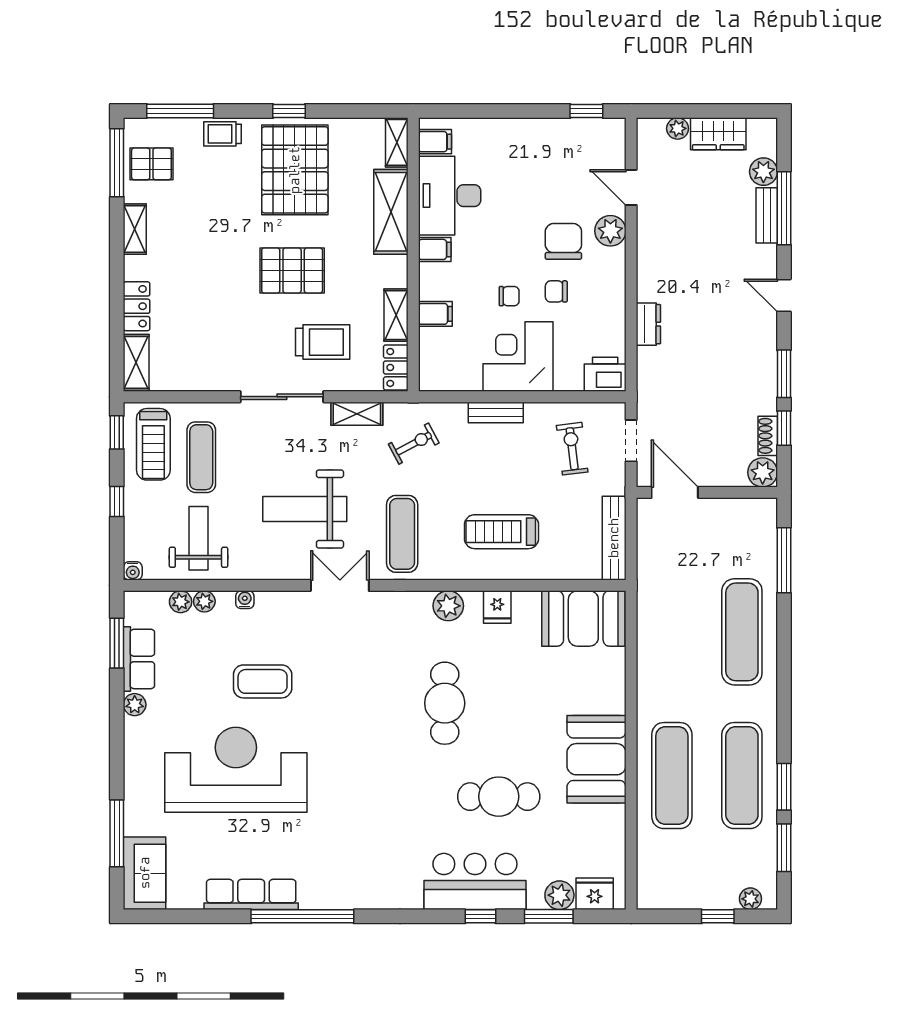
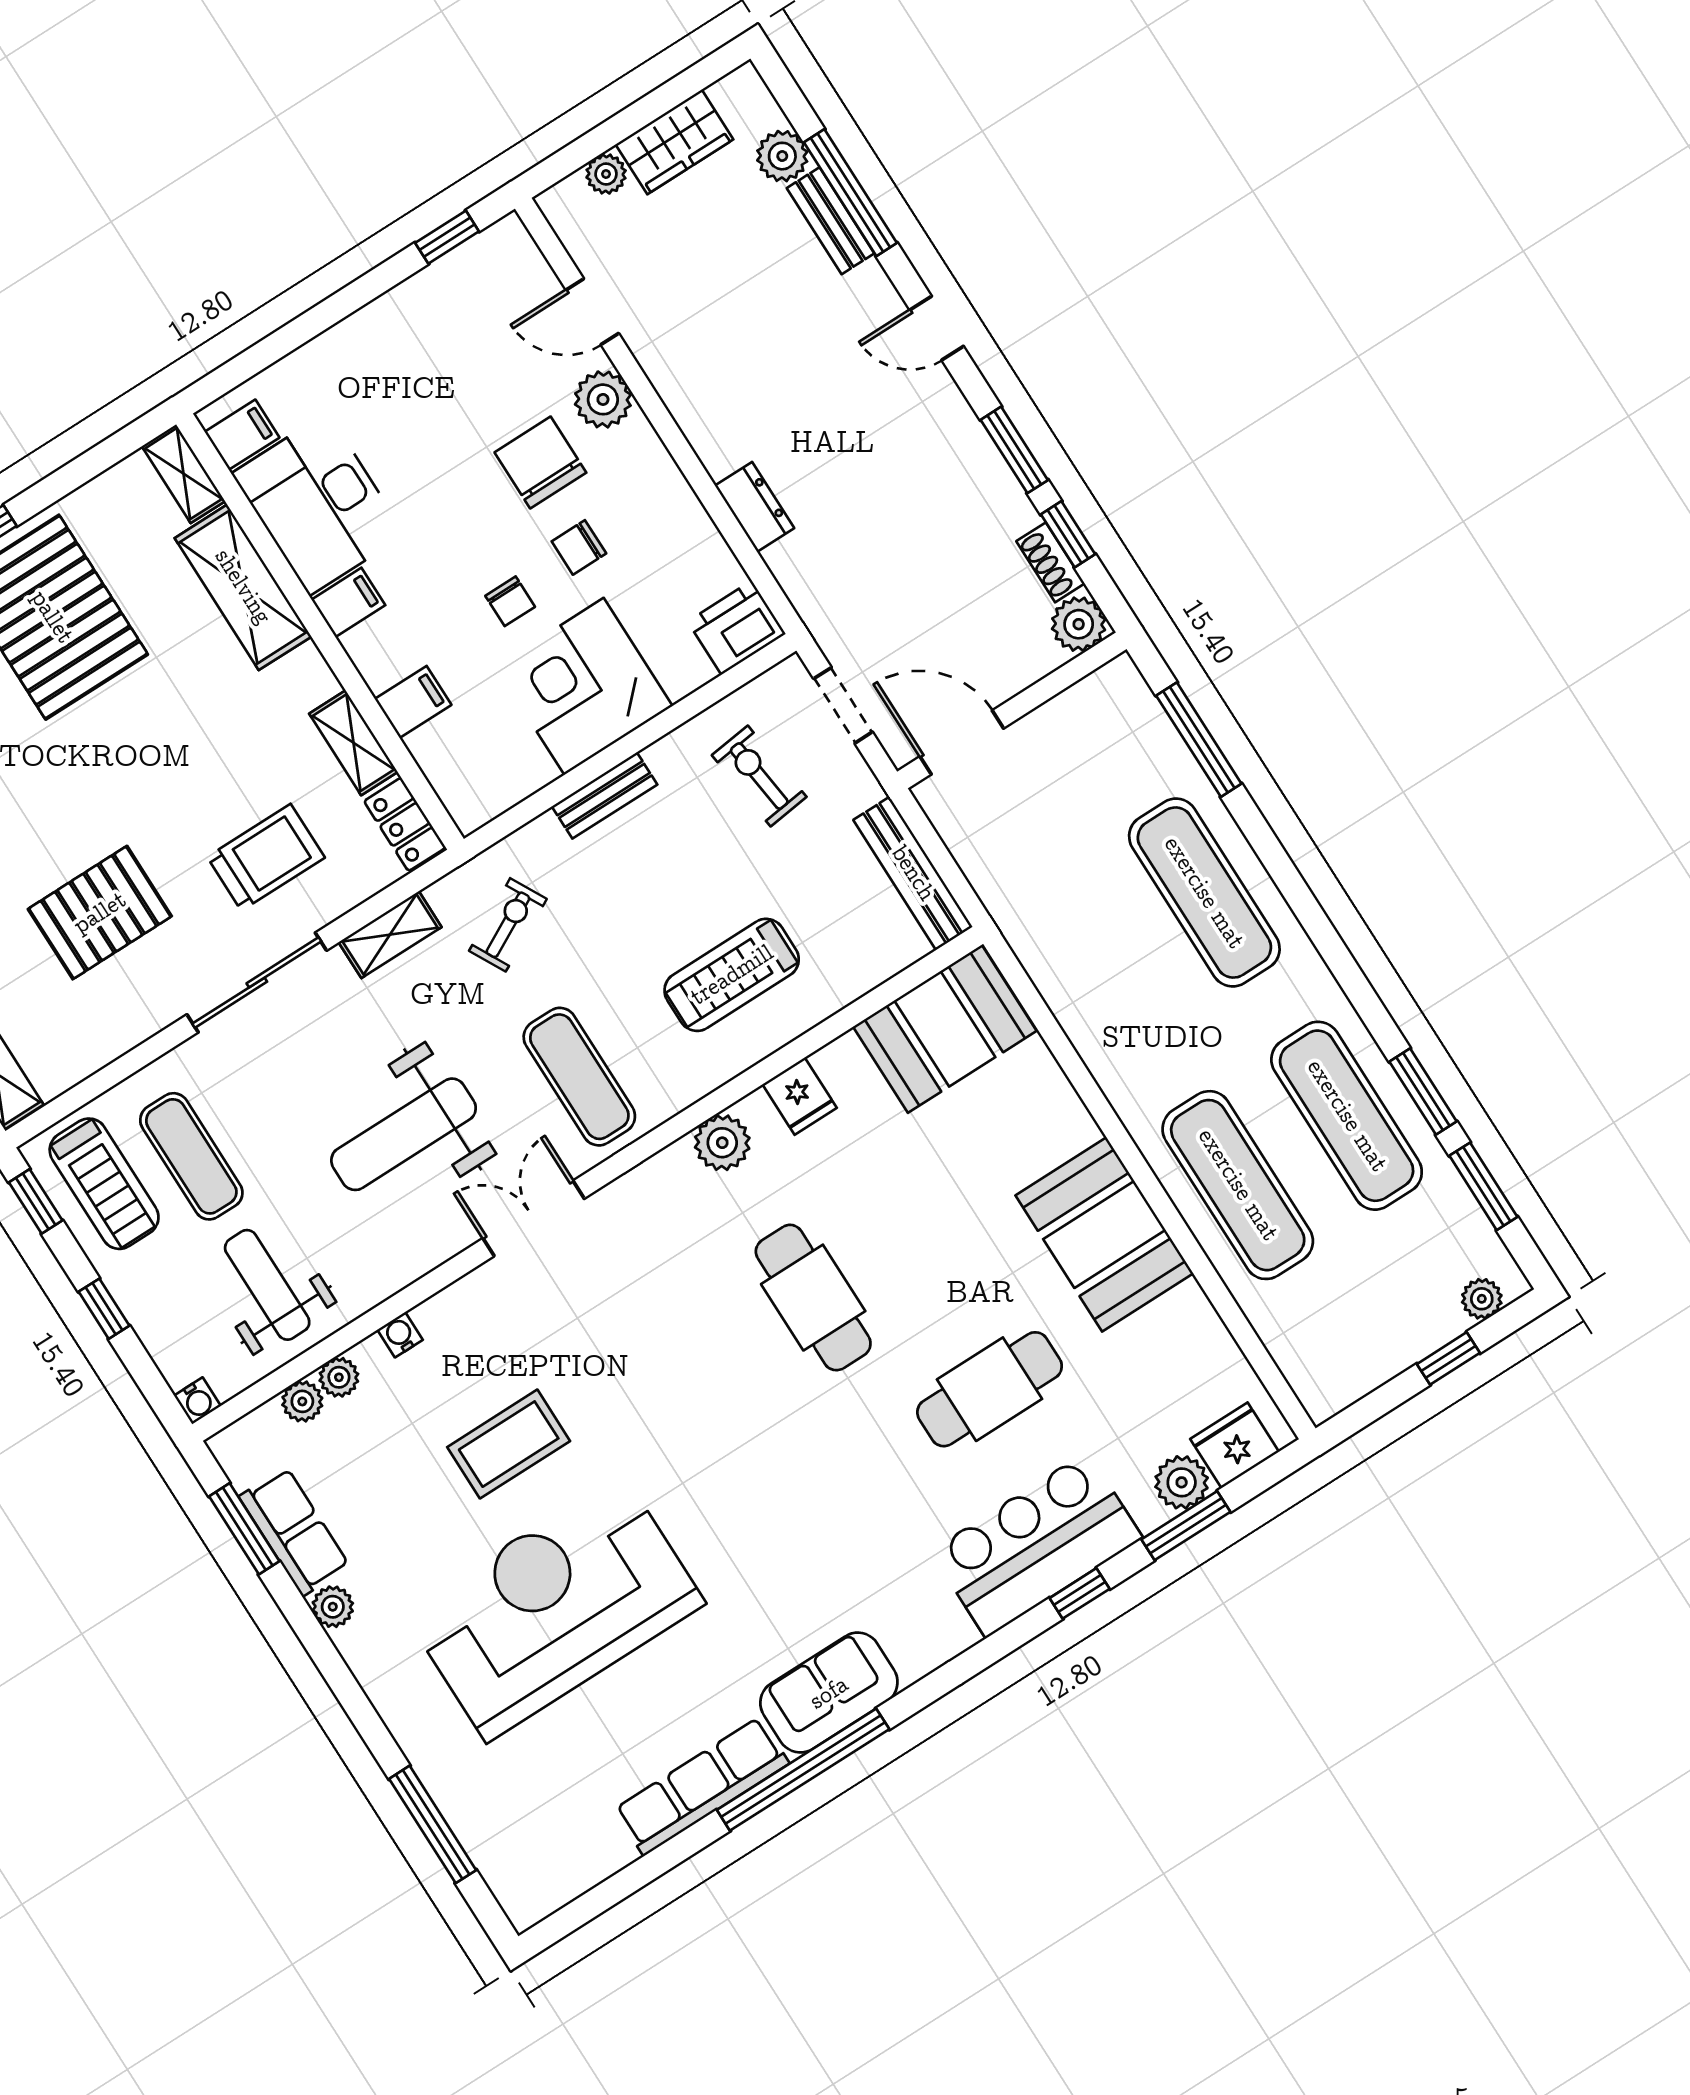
pallet: (292, 271) -> (100, 913), moved
chair: (509, 296) -> (510, 601), turned 90
sofa: (145, 873) -> (829, 1693), moved, turned -90

